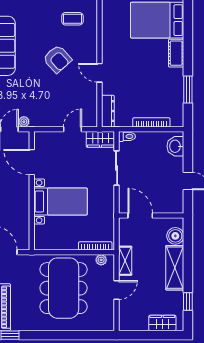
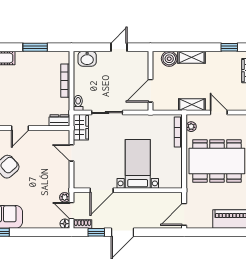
dresser: (108, 111) -> (59, 120), width x0.70
shelving: (175, 268) -> (192, 57), width x0.67, depth x0.75

